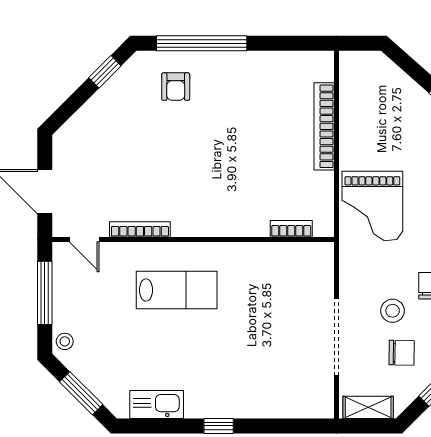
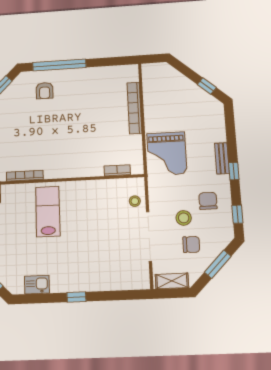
stool: (317, 280) -> (135, 201), added
lab bench: (177, 290) -> (48, 212), turned -90
kitchen sink: (157, 405) -> (37, 285), width x0.73

